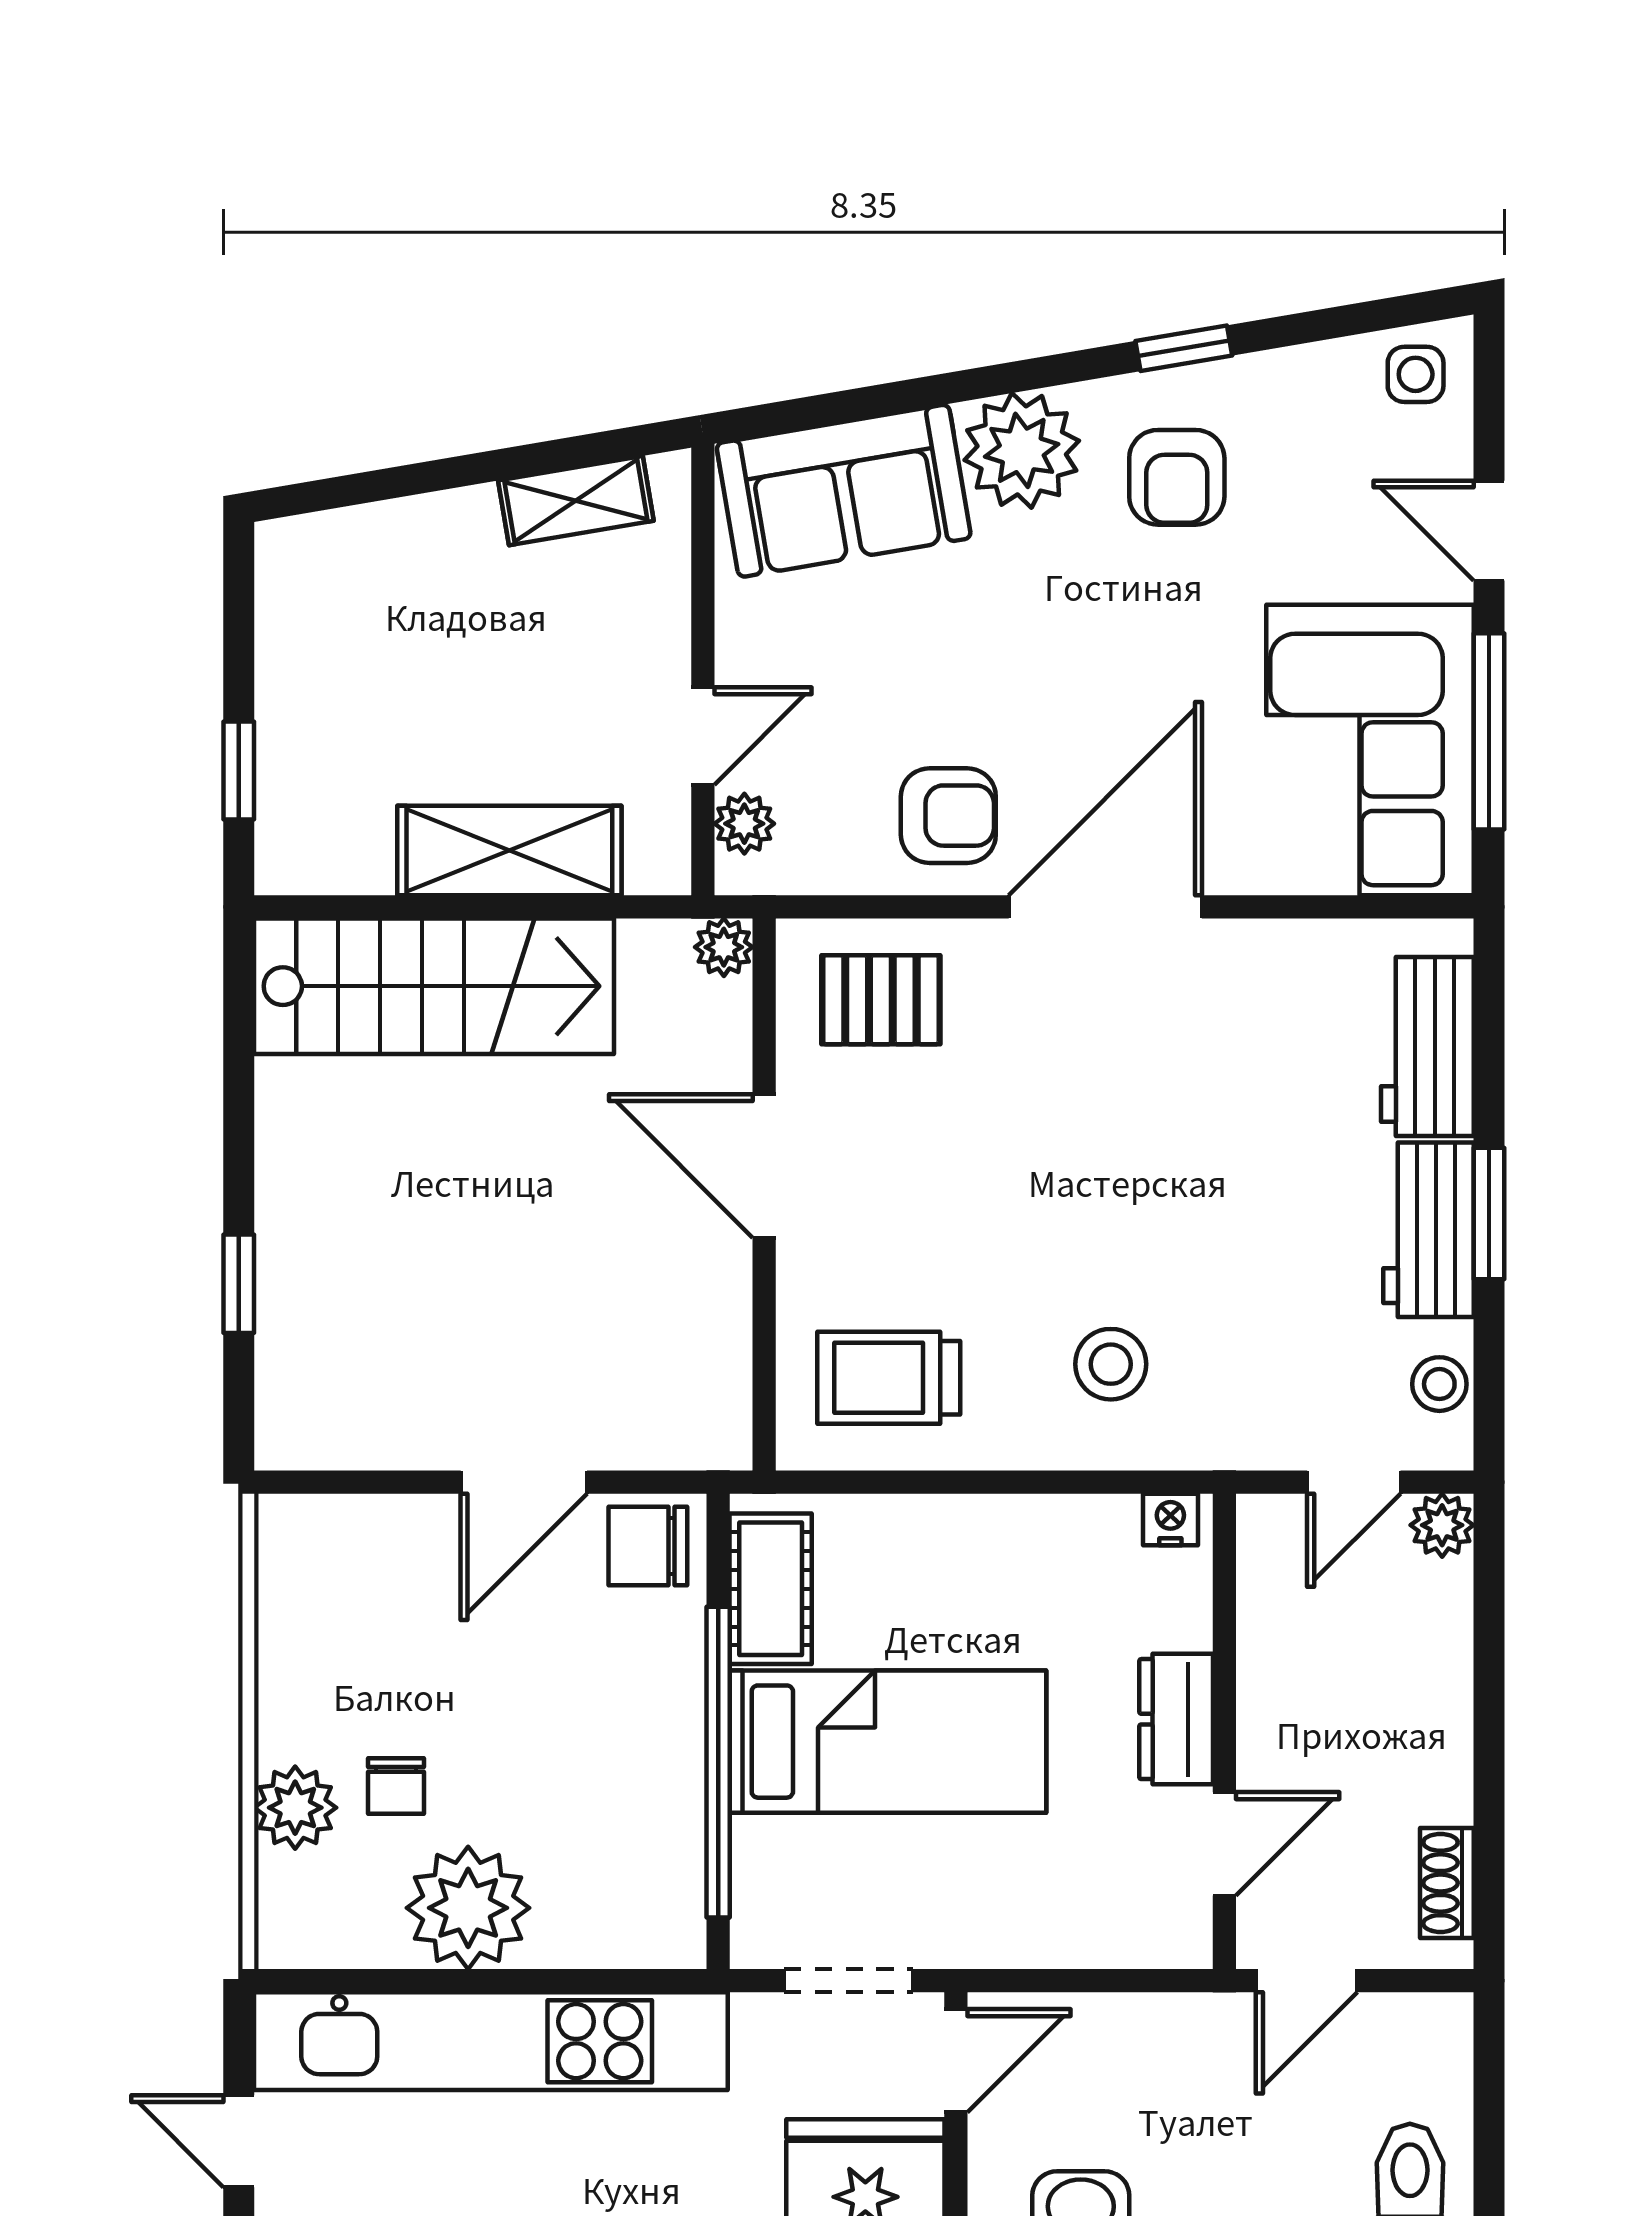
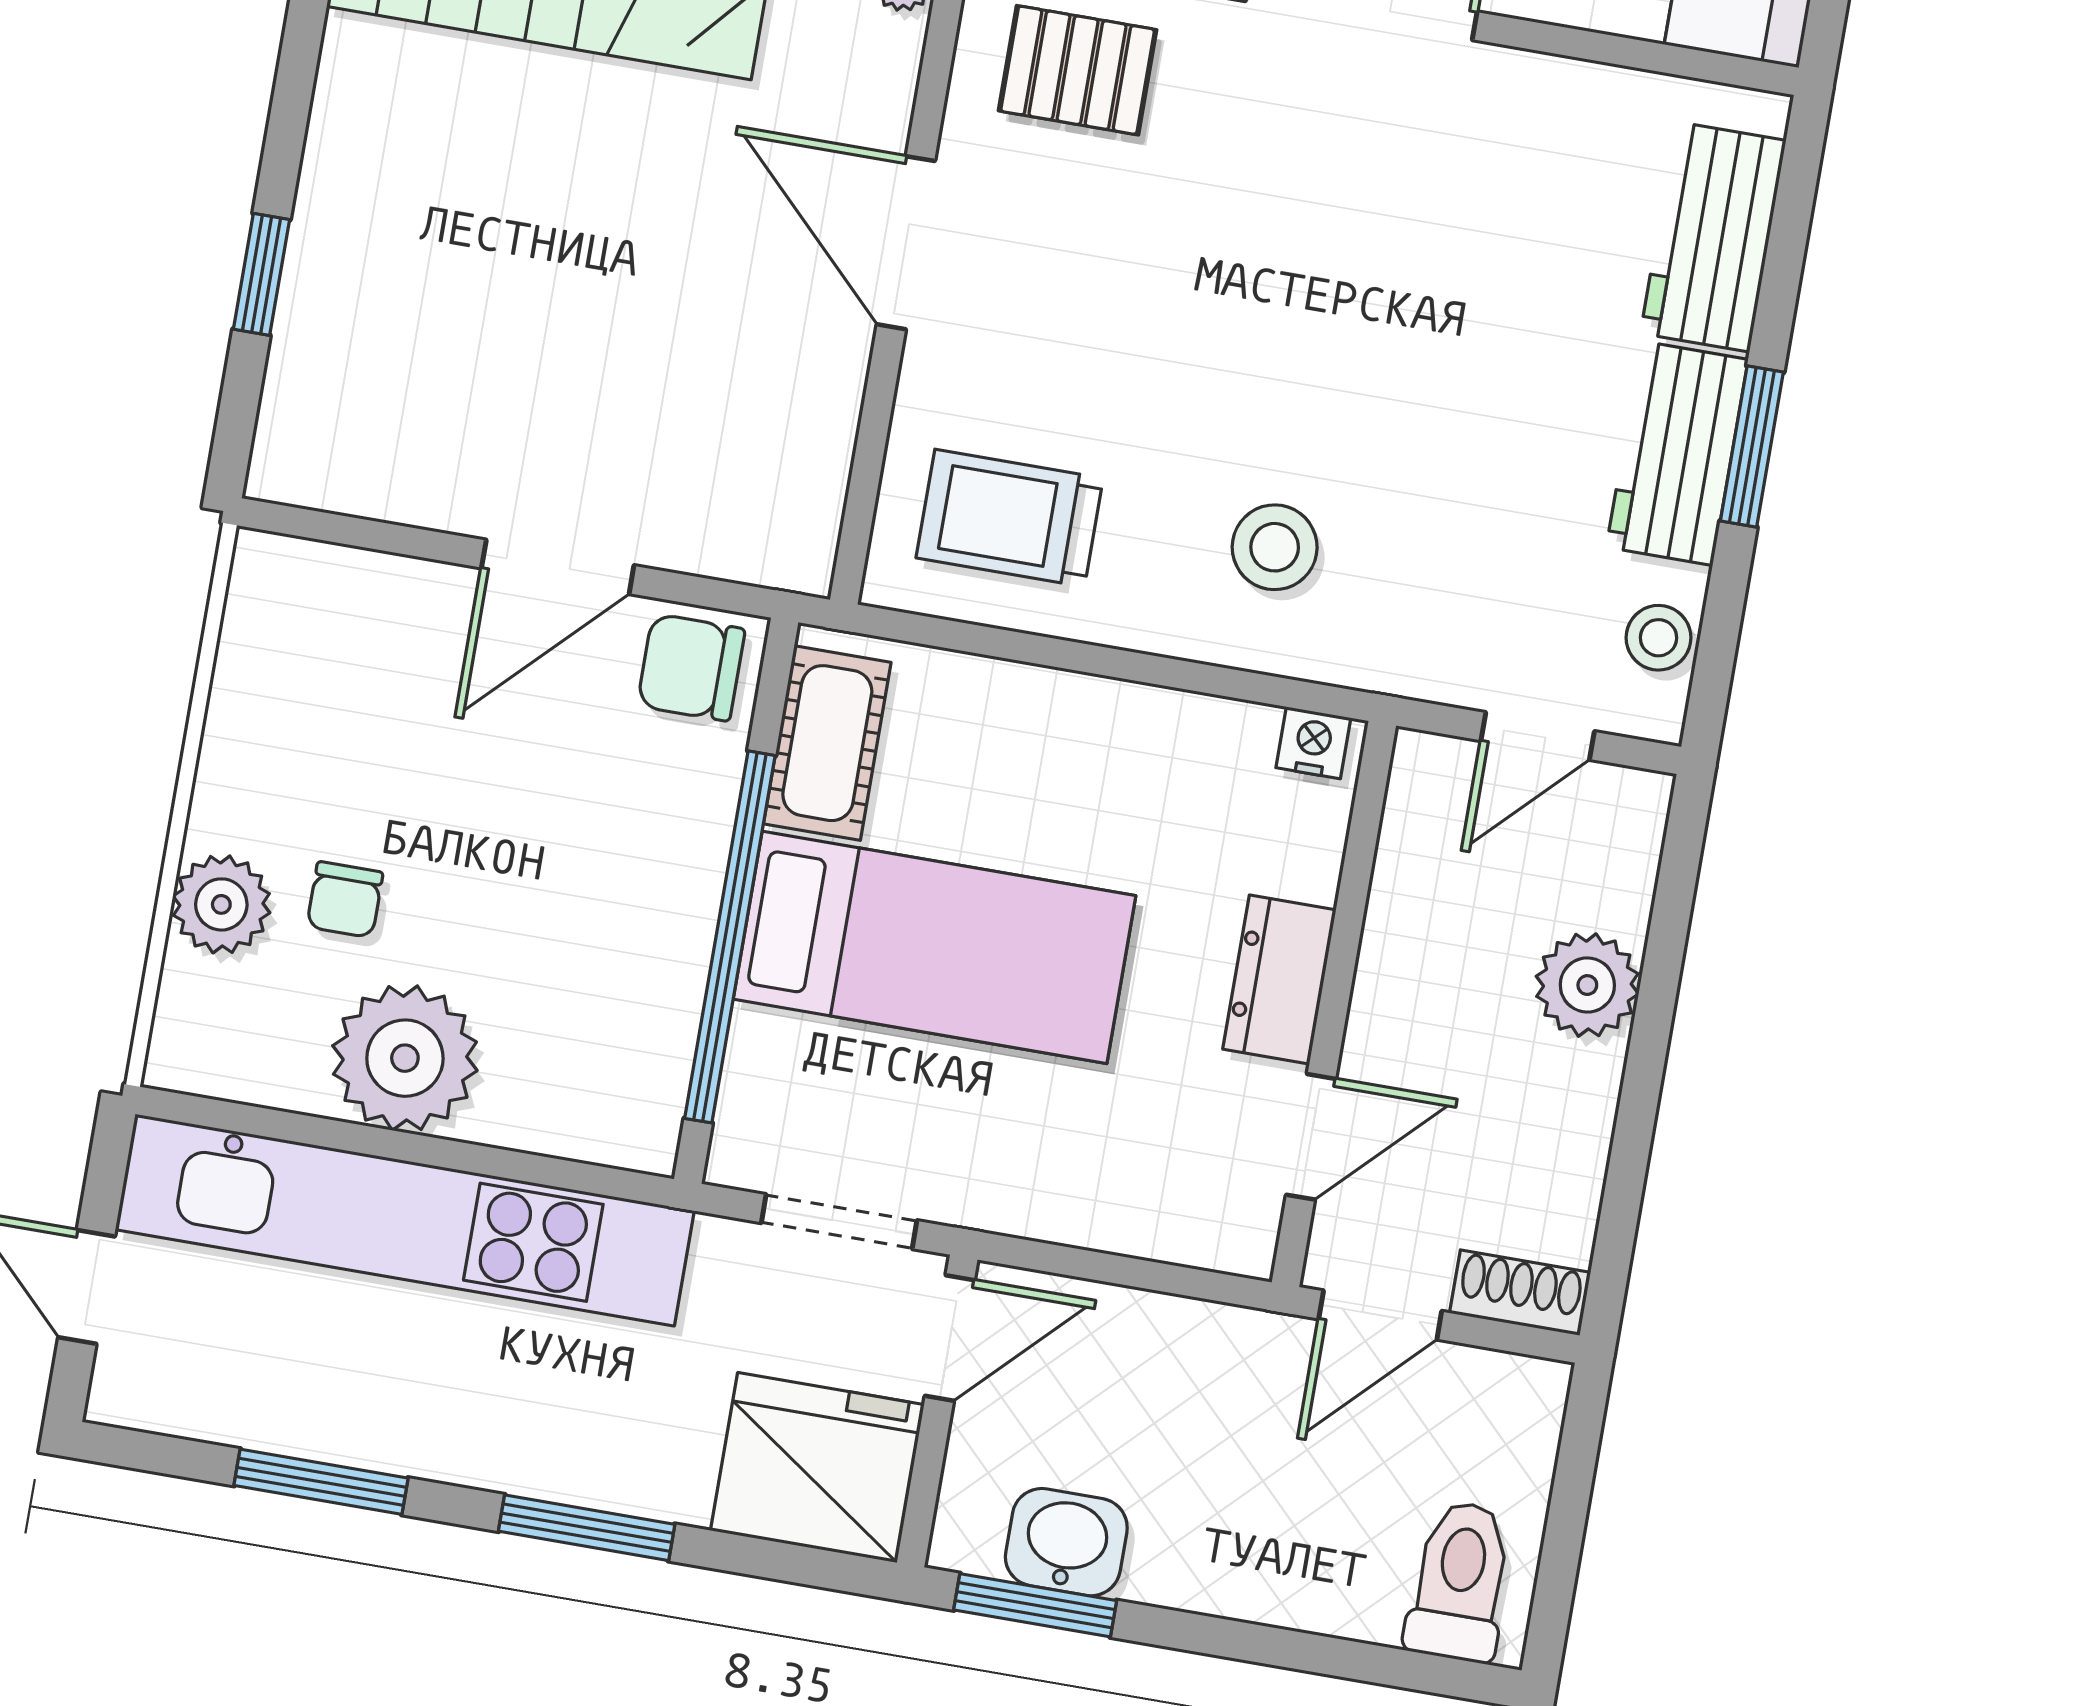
plant: (1442, 1525) -> (1587, 985), moved, width x1.38, depth x1.38
shoe rack: (1447, 1883) -> (1520, 1293), moved, turned 90

